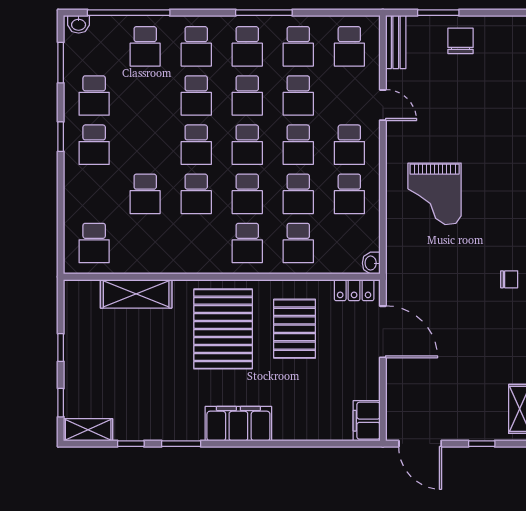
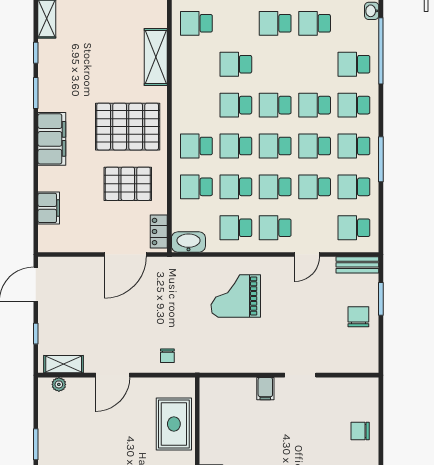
chair: (461, 41) -> (358, 317), turned -90
washbasin: (371, 263) -> (188, 242), width x1.91, depth x1.45
filing cabinet: (367, 421) -> (49, 208), moved, turned 90

